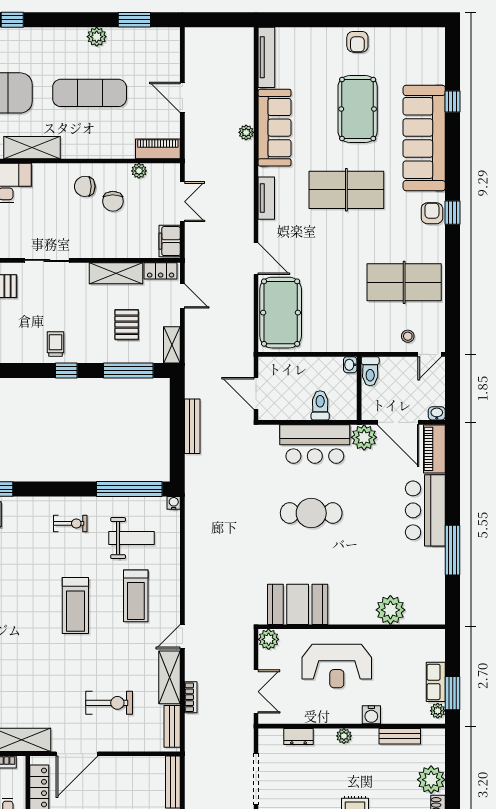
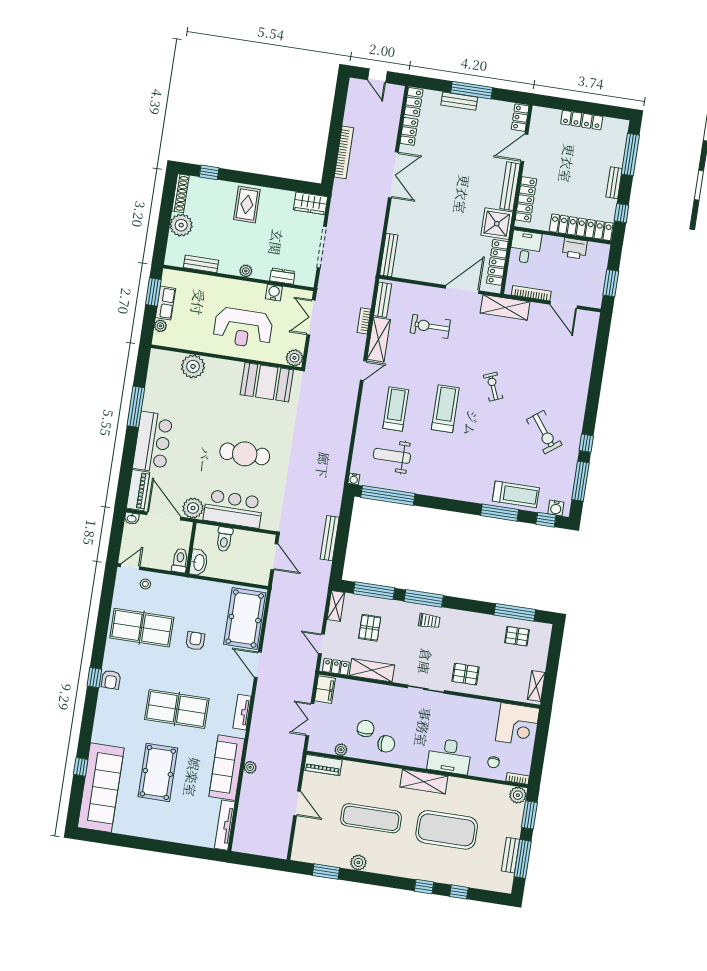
armchair: (357, 42) -> (195, 641), moved
sofa: (424, 138) -> (101, 788), moved
trolley: (56, 344) -> (429, 621), turned -90
washbasin: (350, 365) -> (199, 562), width x1.91, depth x1.45
window: (66, 371) -> (424, 598), width x2.17
exercise bike: (70, 523) -> (493, 387), moved, turned 68
reception desk: (337, 666) -> (243, 328), turned 180
plant: (438, 711) -> (160, 326), moved
water cooler: (371, 715) -> (274, 293), moved

